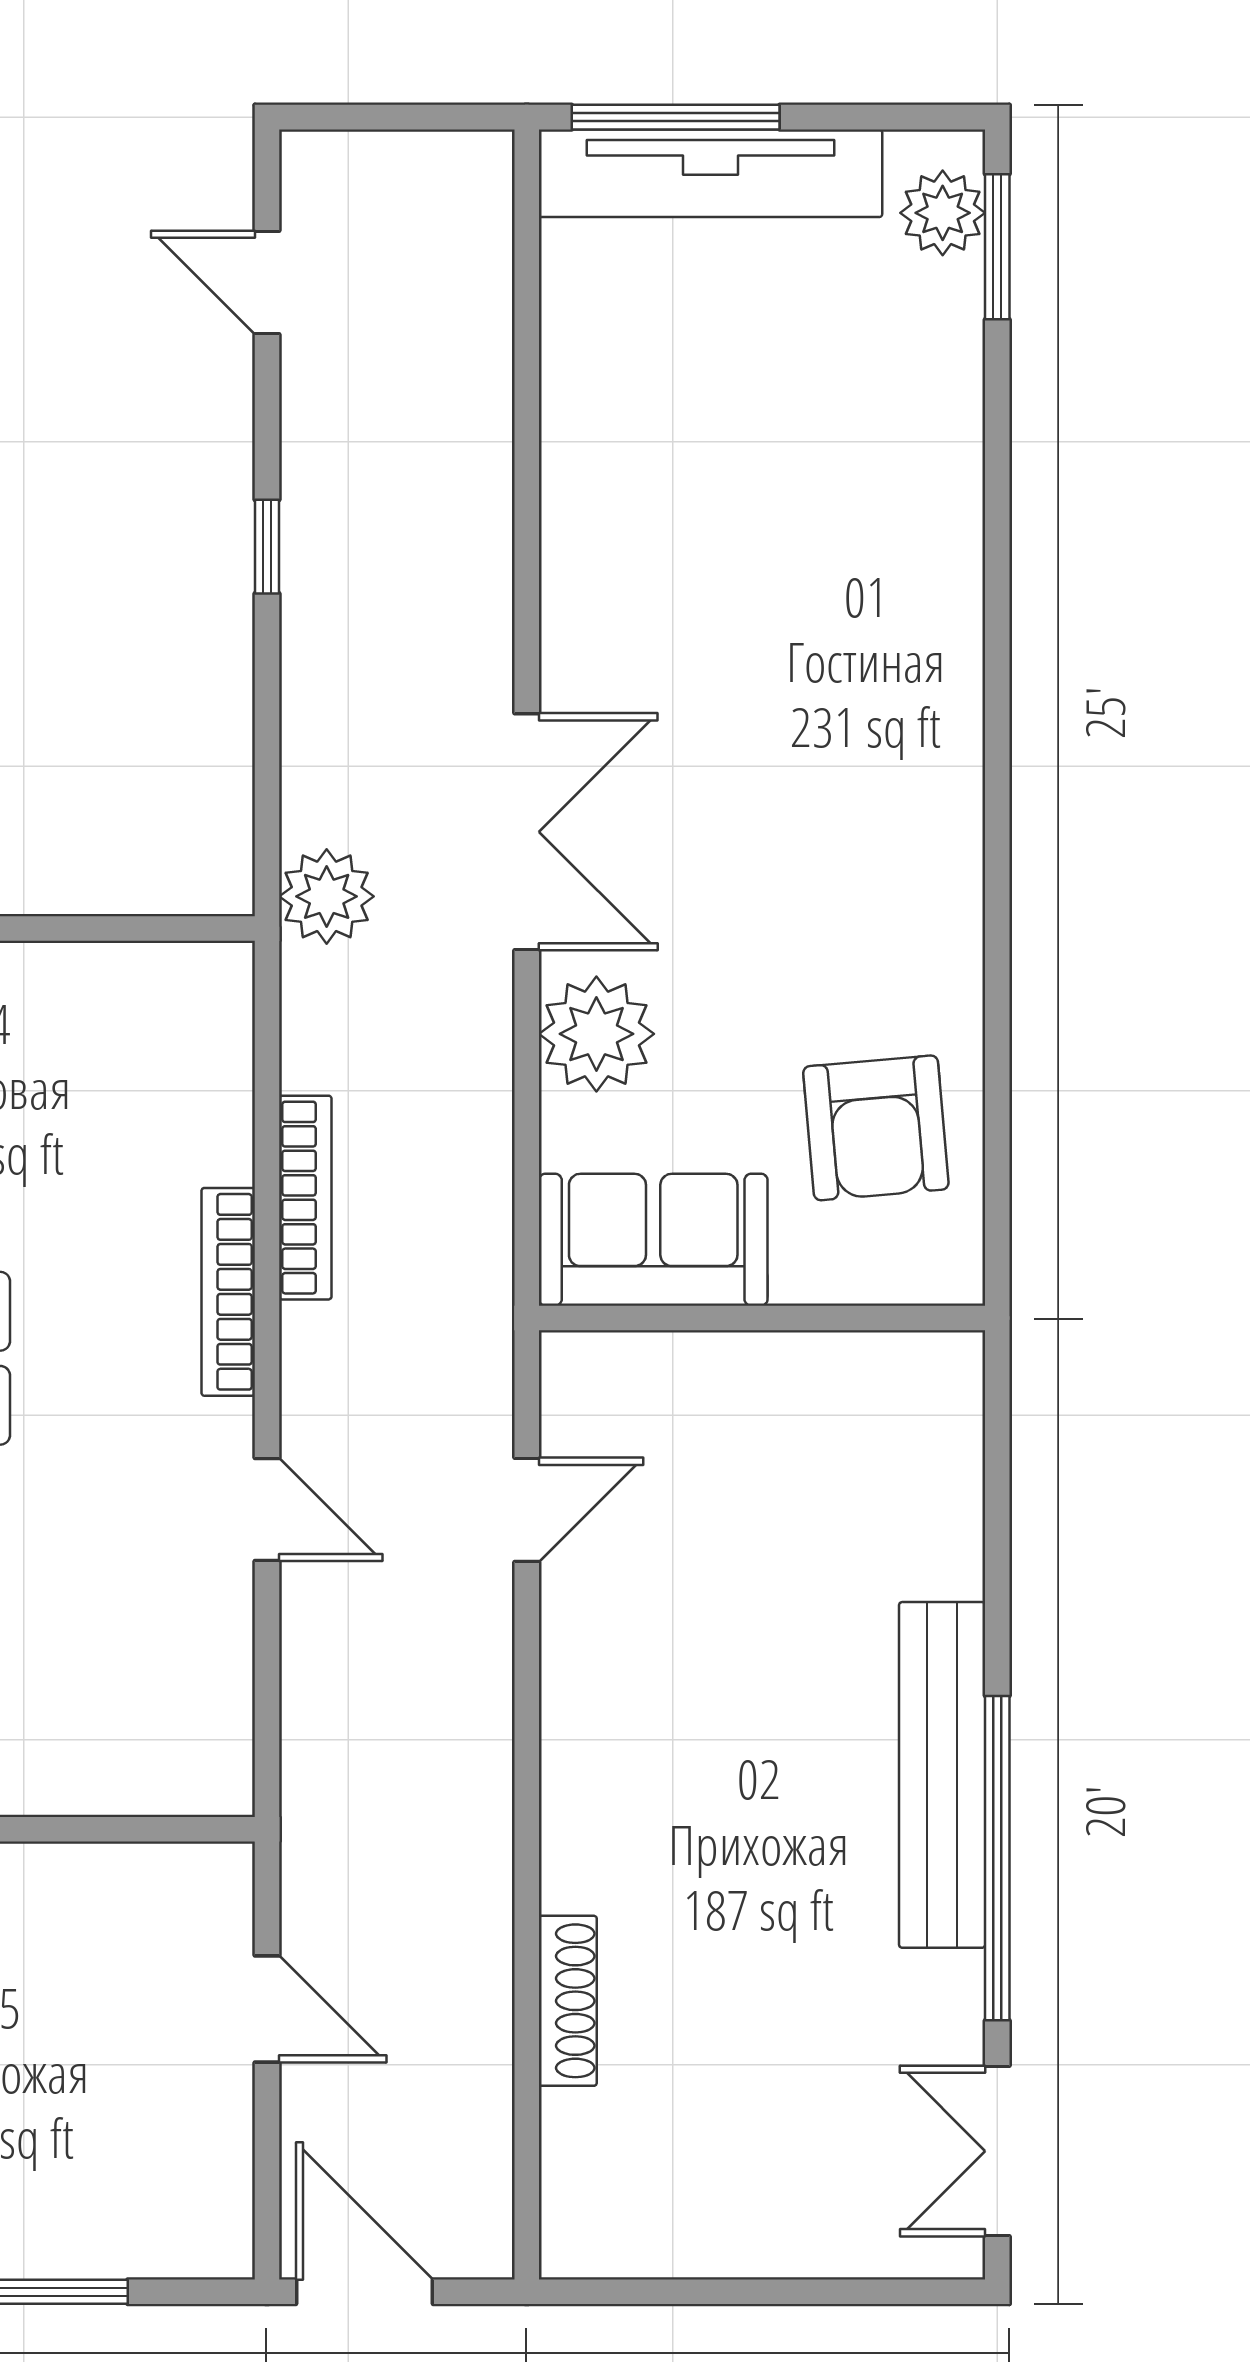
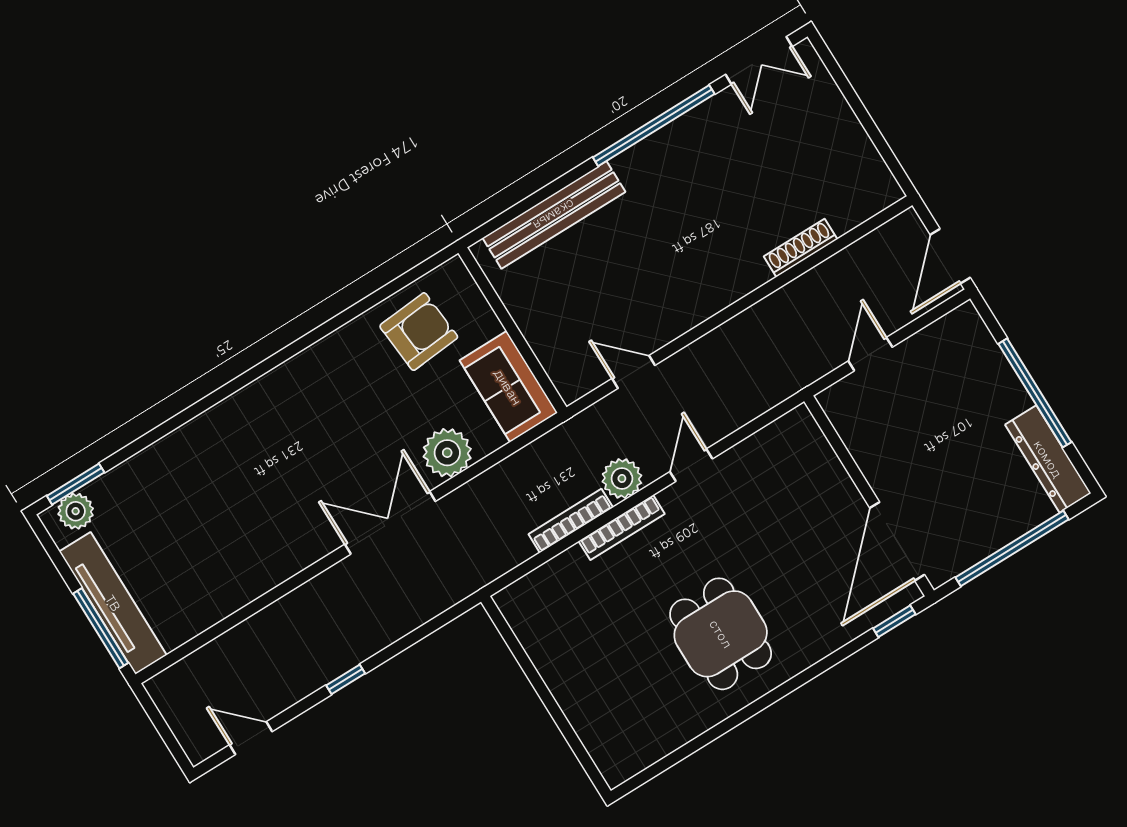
door: (267, 282) -> (251, 738), swing flipped
plant: (327, 896) -> (622, 478), moved
bench: (942, 1775) -> (554, 215), moved

